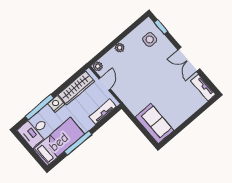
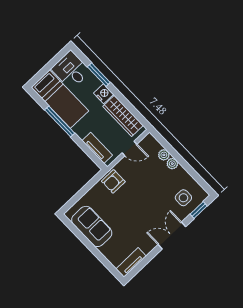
double door: (189, 59) -> (172, 236), moved
plant: (98, 66) -> (164, 155), moved
armchair: (132, 99) -> (113, 181), added
window: (39, 107) -> (99, 75), width x0.69
sofa: (154, 124) -> (92, 226), moved, turned -90

